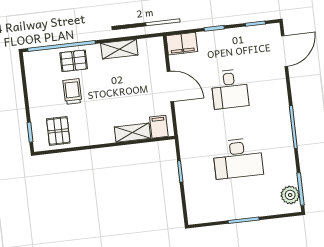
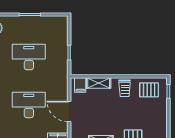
desk: (230, 89) -> (29, 105), width x1.37
trolley: (72, 91) -> (125, 88), moved
pallet: (58, 131) -> (149, 90), turned 90

